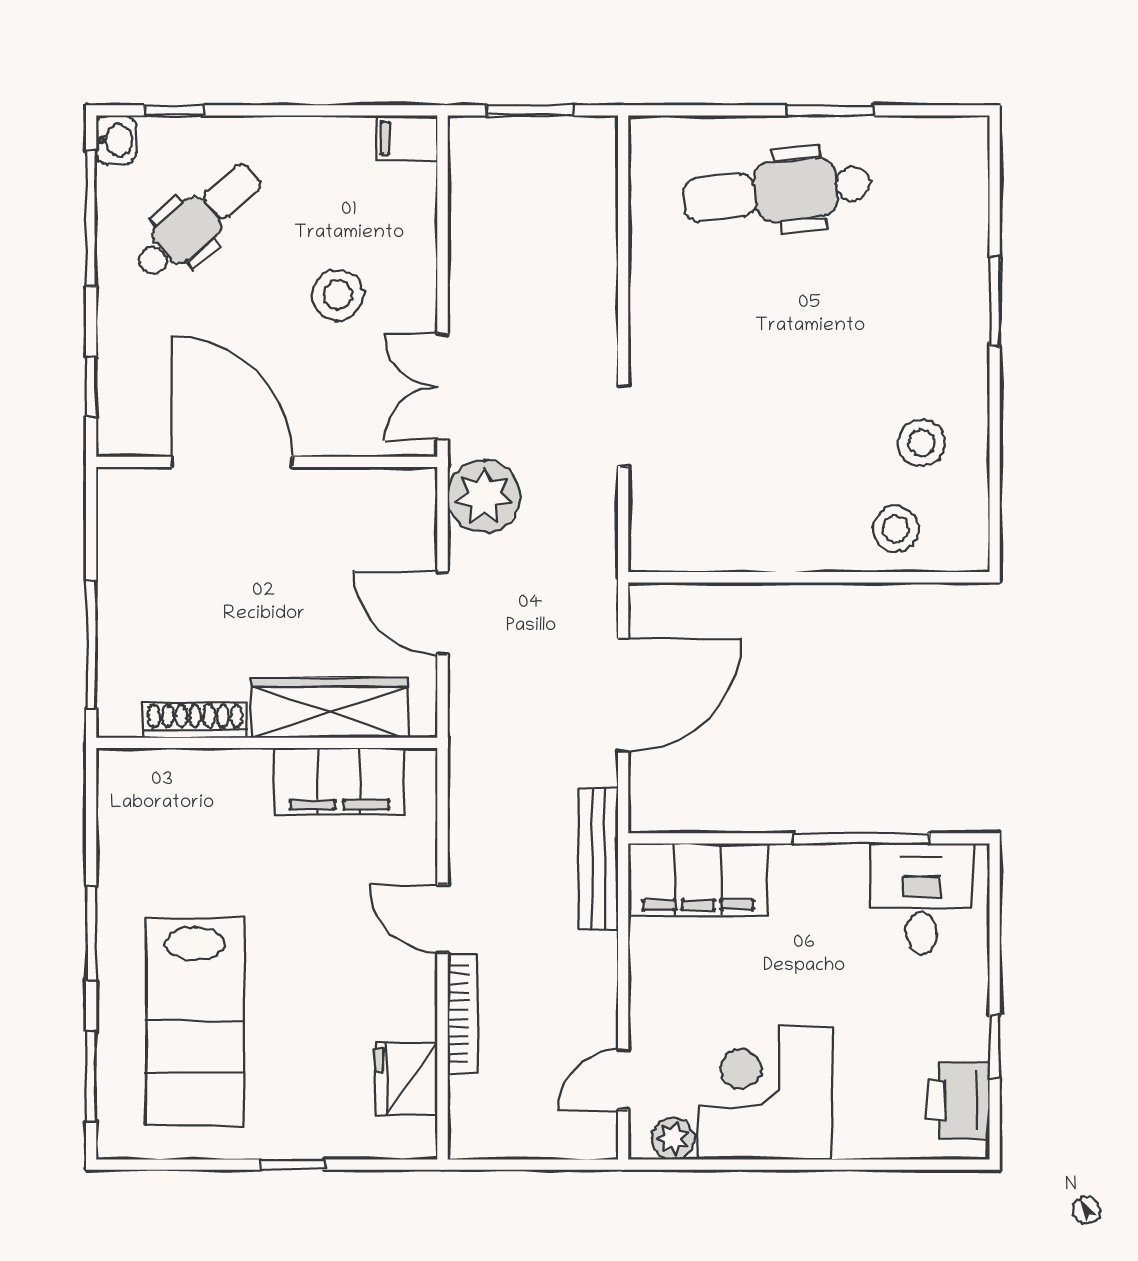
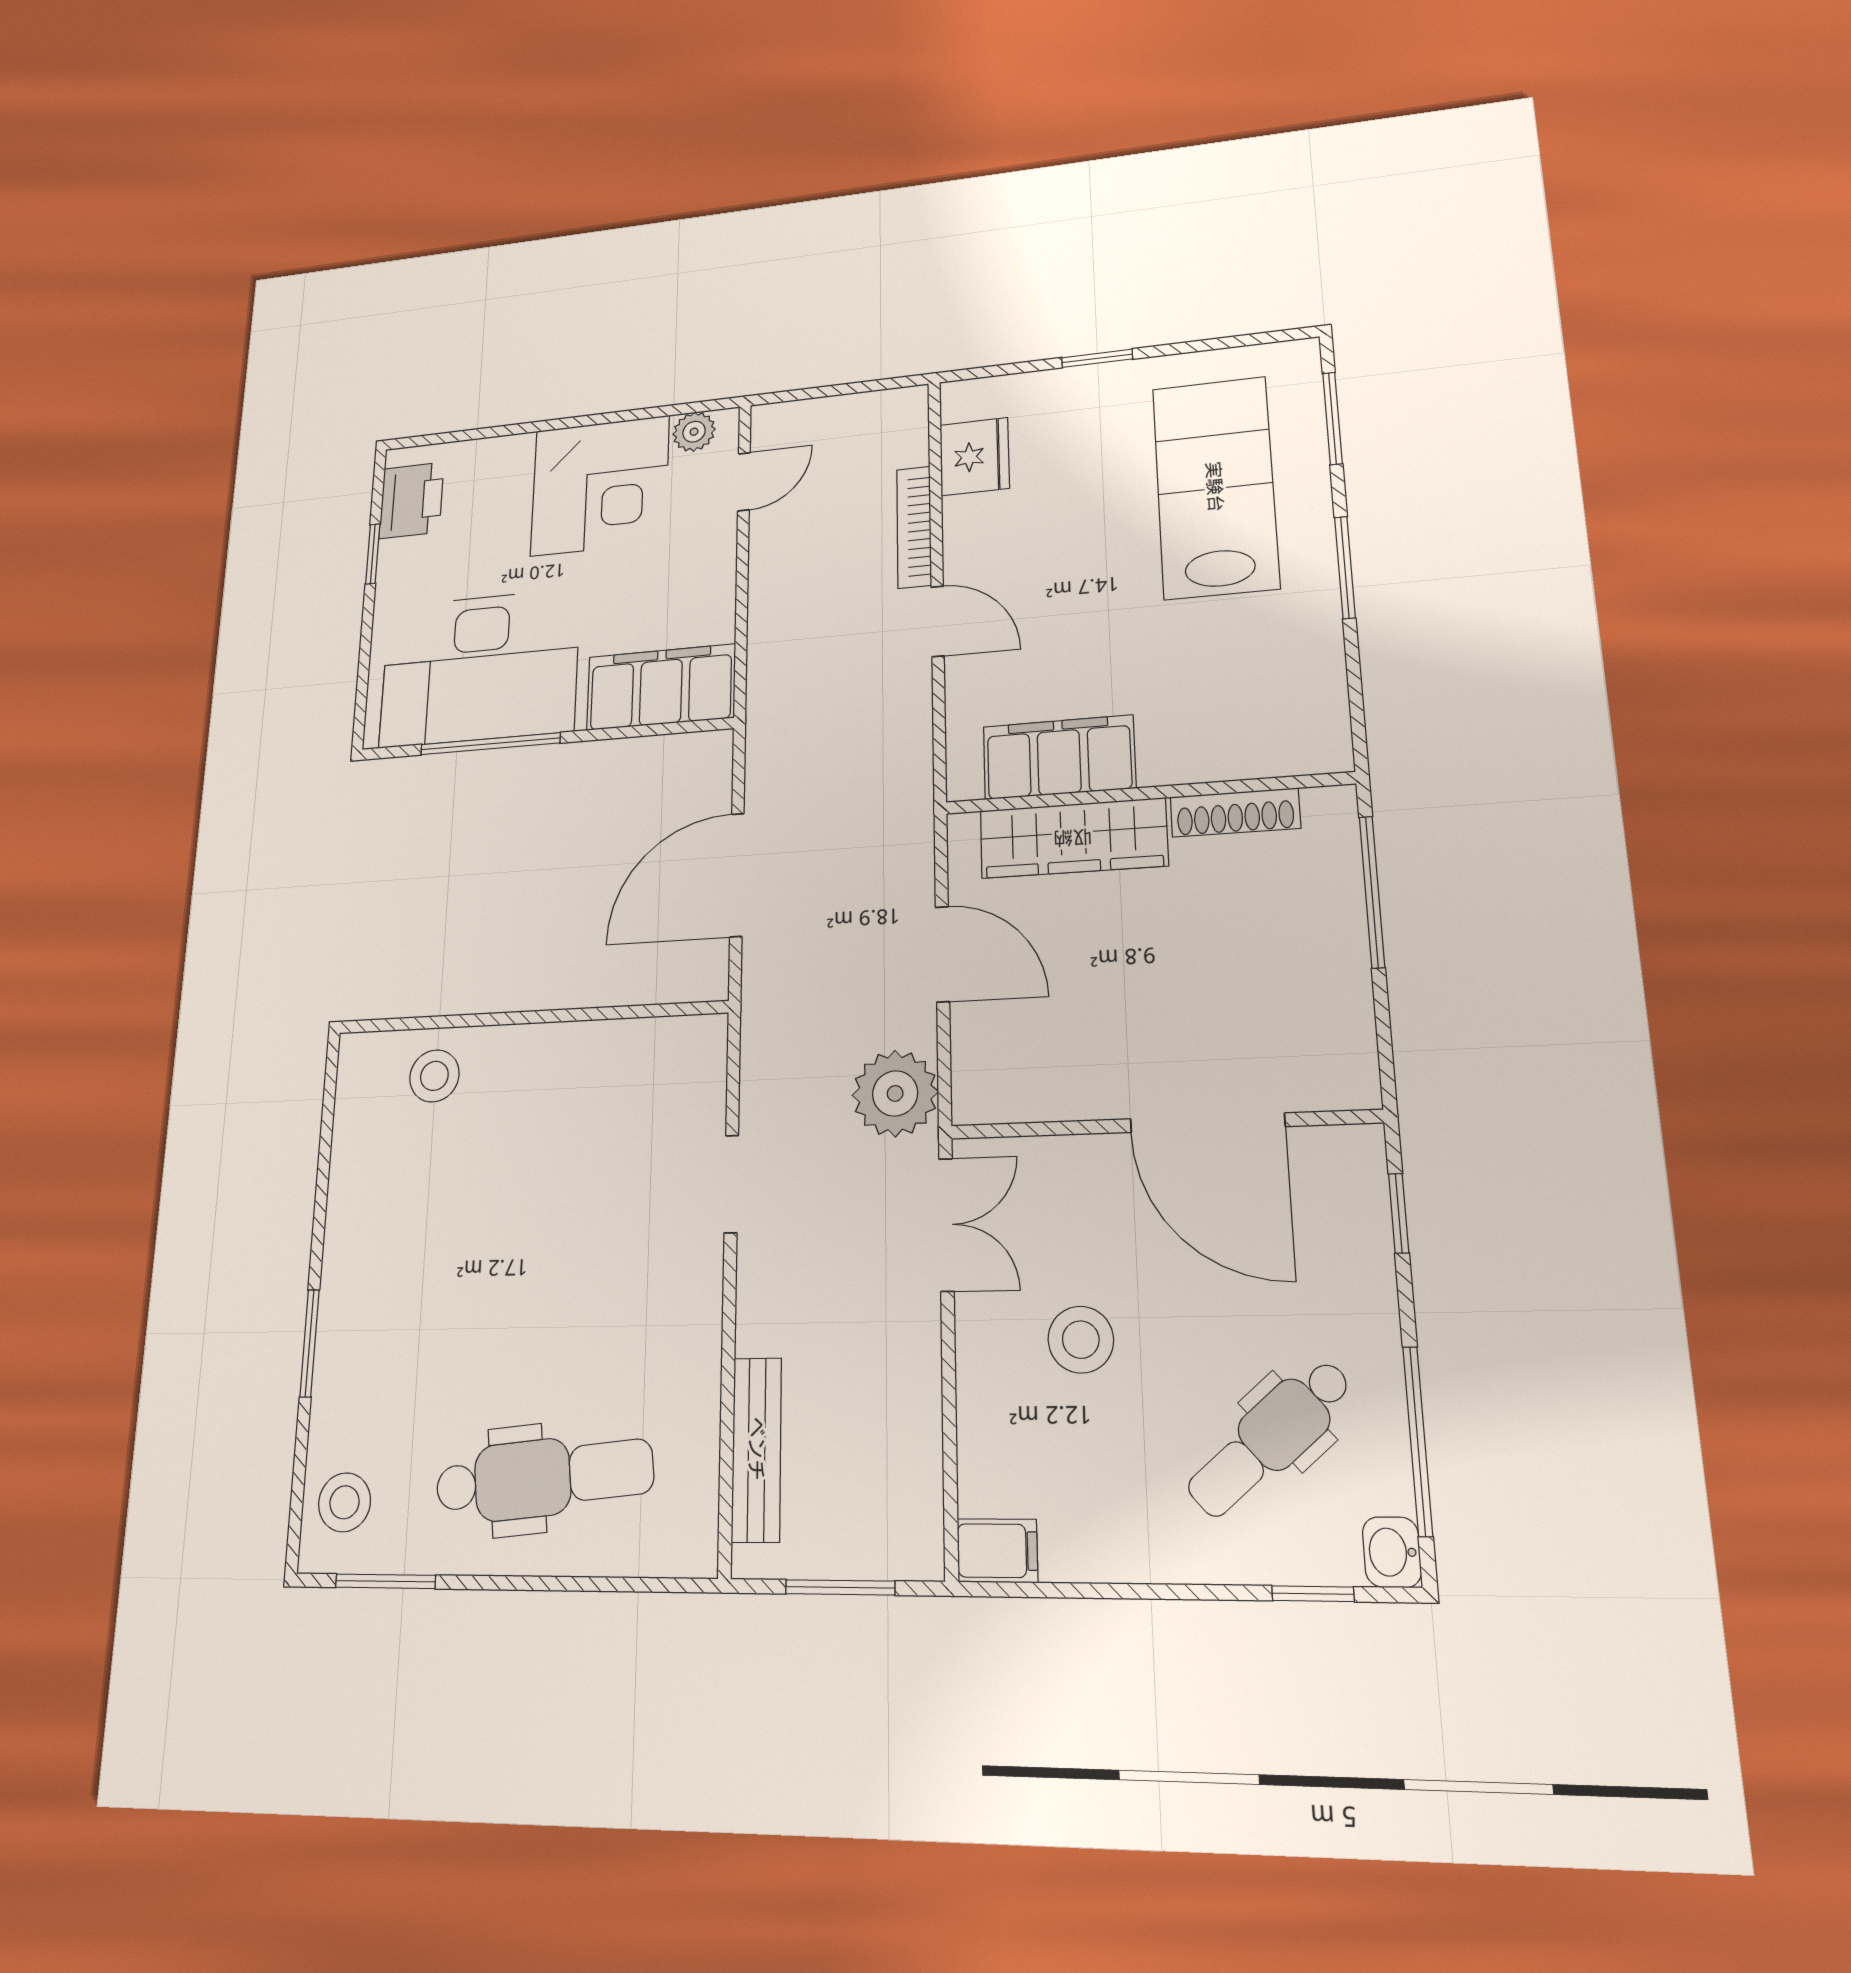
window: (831, 110) -> (385, 1581), moved
stool: (921, 443) -> (344, 1502), moved
bench: (598, 859) -> (757, 1449), moved
desk: (921, 899) -> (480, 668), width x1.87, depth x1.30

